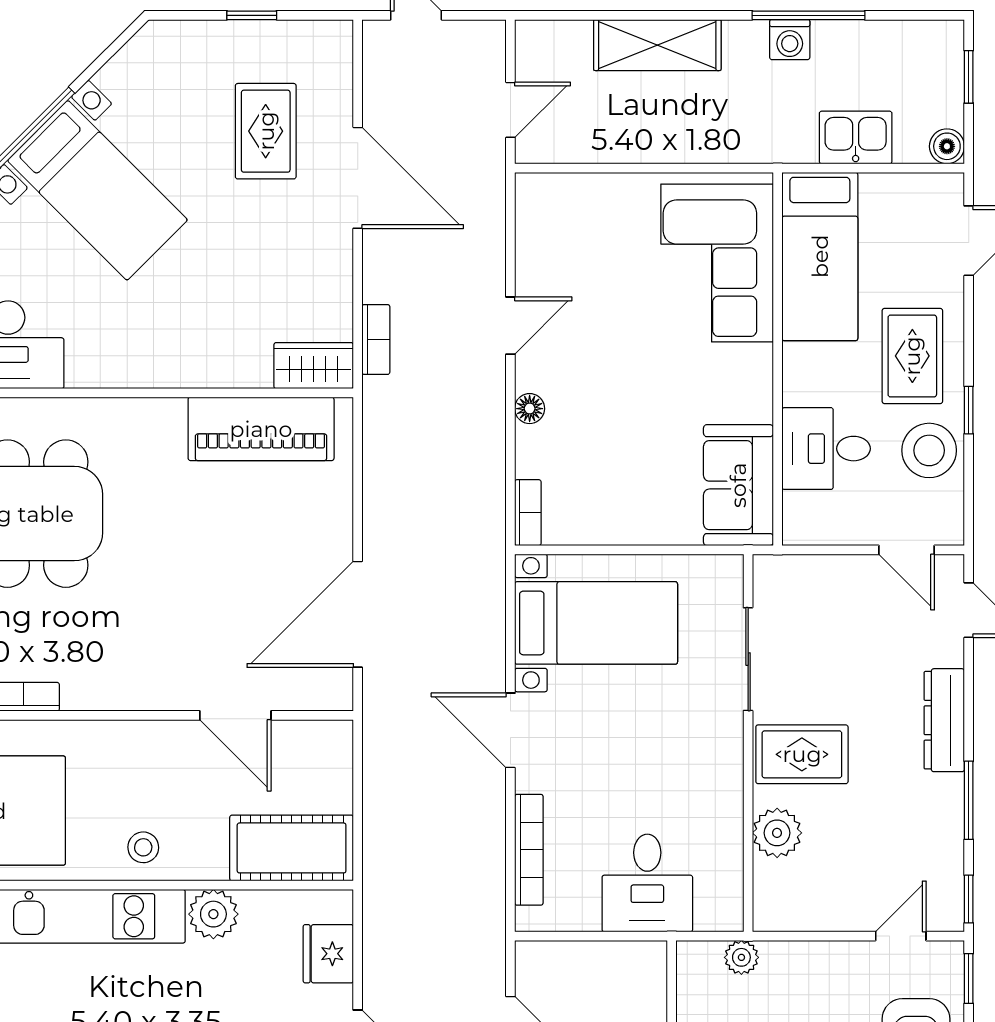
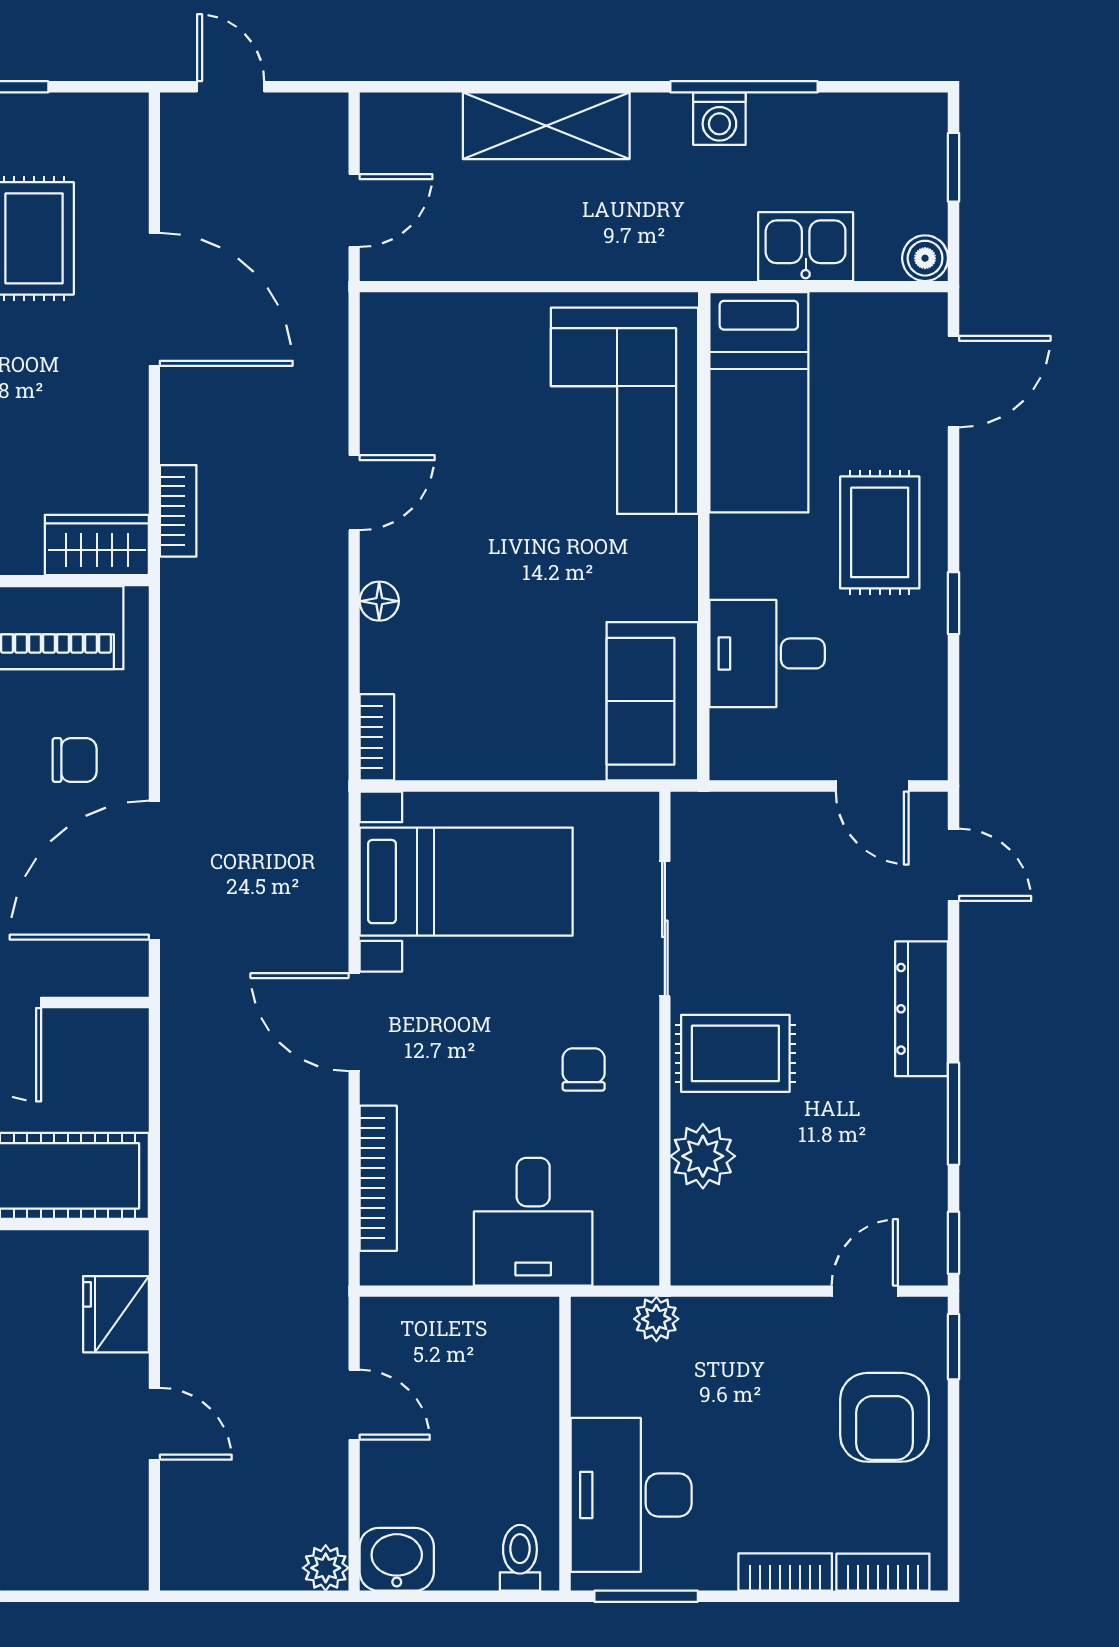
stool: (929, 450) -> (902, 656), removed
chair: (297, 530) -> (75, 760), added
chair: (686, 767) -> (584, 1069), added

